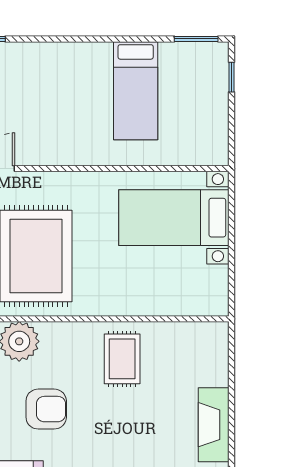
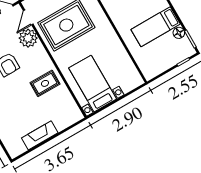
floor lamp: (172, 54) -> (179, 33), added
bed with nightstands: (174, 218) -> (93, 84), moved

